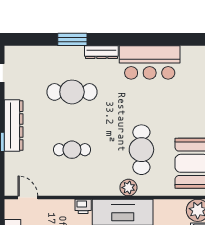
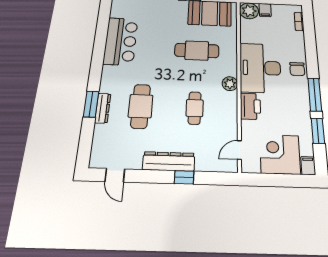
dresser: (101, 52) -> (103, 108), moved
plant: (128, 188) -> (230, 84), moved
printer: (83, 206) -> (250, 106), width x1.87, depth x1.48

